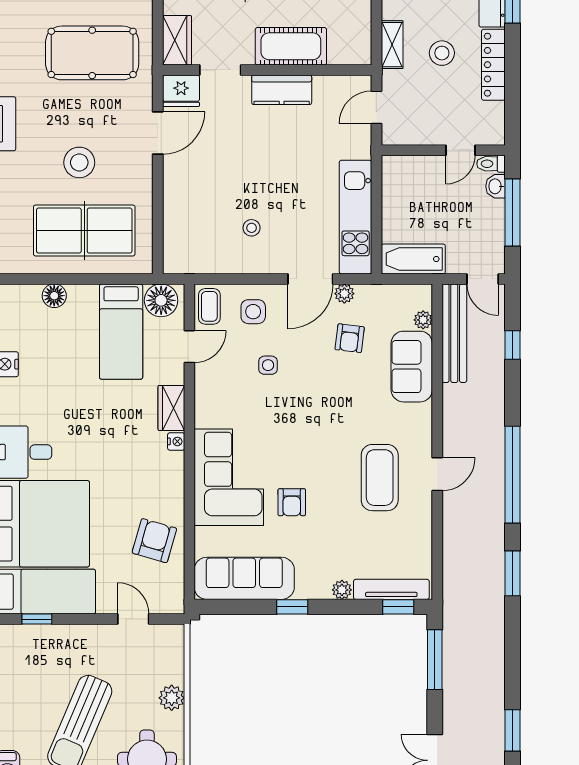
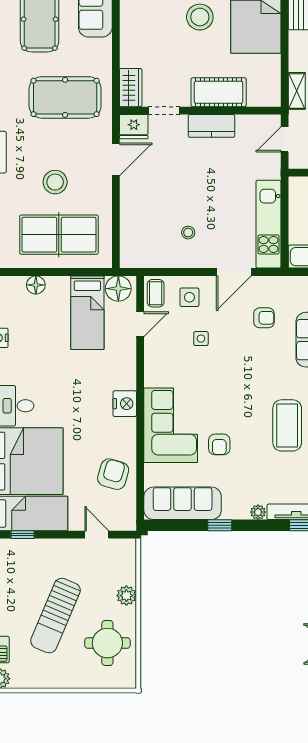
plant: (344, 294) -> (260, 283), removed
armchair: (350, 338) -> (264, 318), turned -97
wardrobe: (171, 408) -> (126, 372), removed
nightstand: (176, 441) -> (125, 404), width x1.89, depth x1.79

